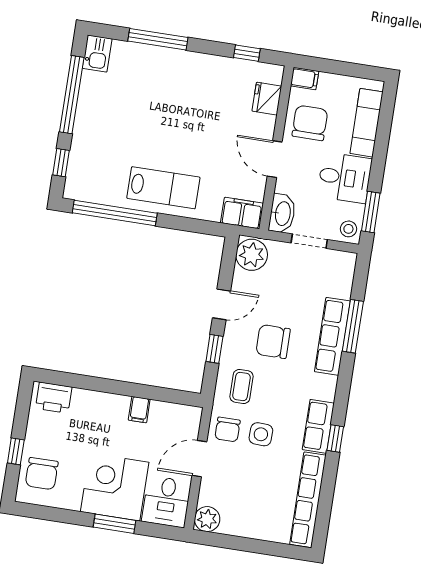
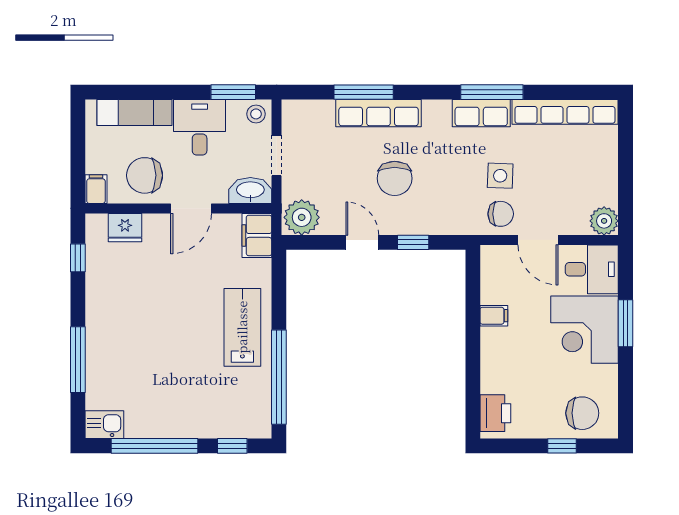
coffee table: (242, 386) -> (450, 206), removed
window: (335, 438) -> (492, 92), width x2.17

